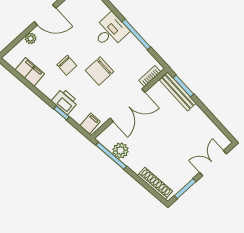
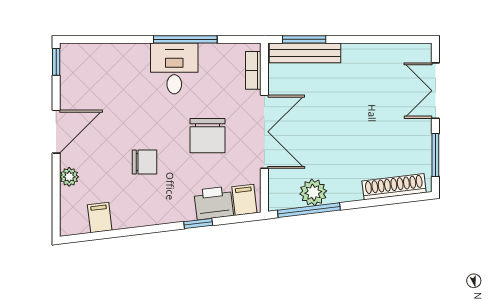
desk: (110, 31) -> (174, 68), moved
chair: (100, 71) -> (208, 136), moved
filing cabinet: (30, 72) -> (100, 218), width x0.50
printer: (65, 101) -> (214, 203), moved

